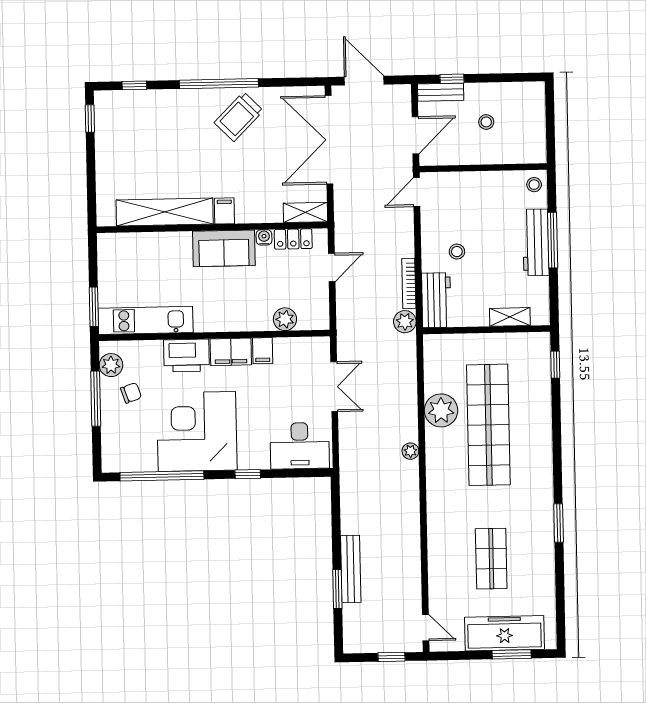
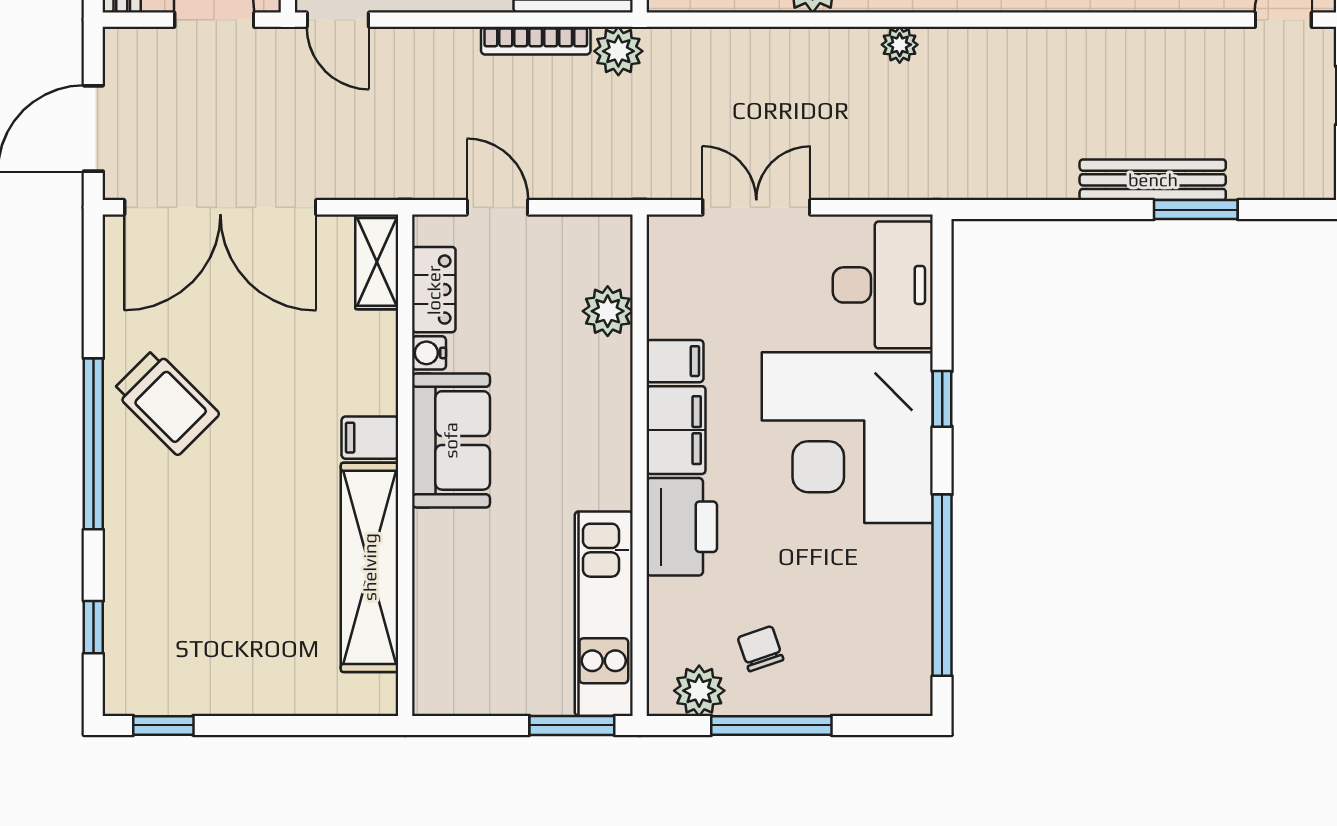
corner desk: (197, 432) -> (847, 438), moved

